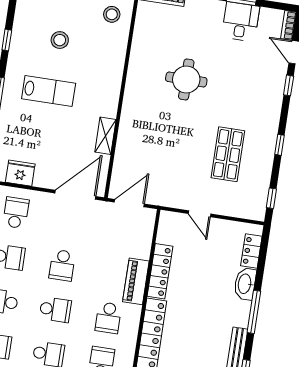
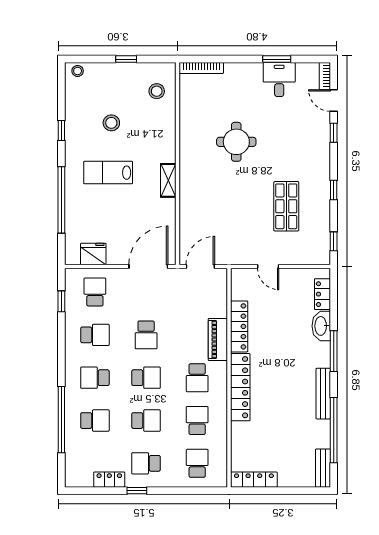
lab bench: (49, 91) -> (108, 173), turned 180
shelving: (105, 136) -> (168, 180), moved

